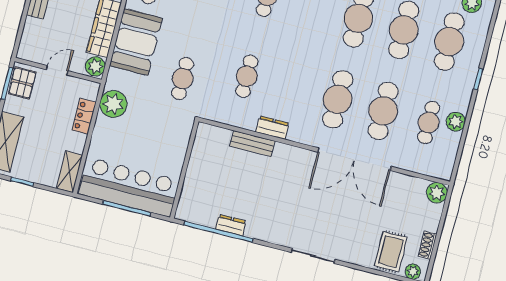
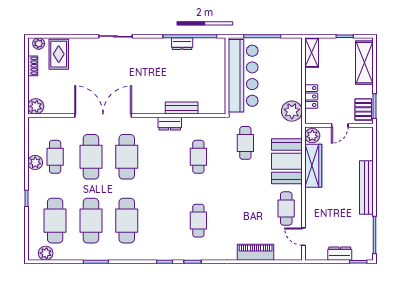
bar counter: (129, 187) -> (243, 76), moved, turned -90

